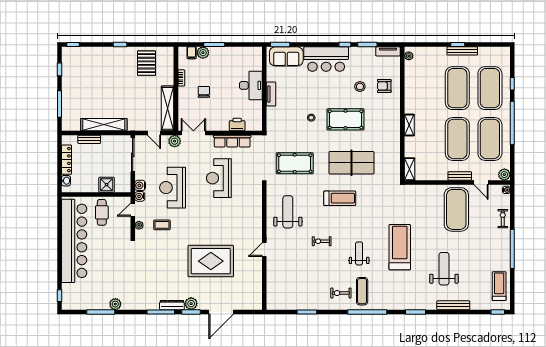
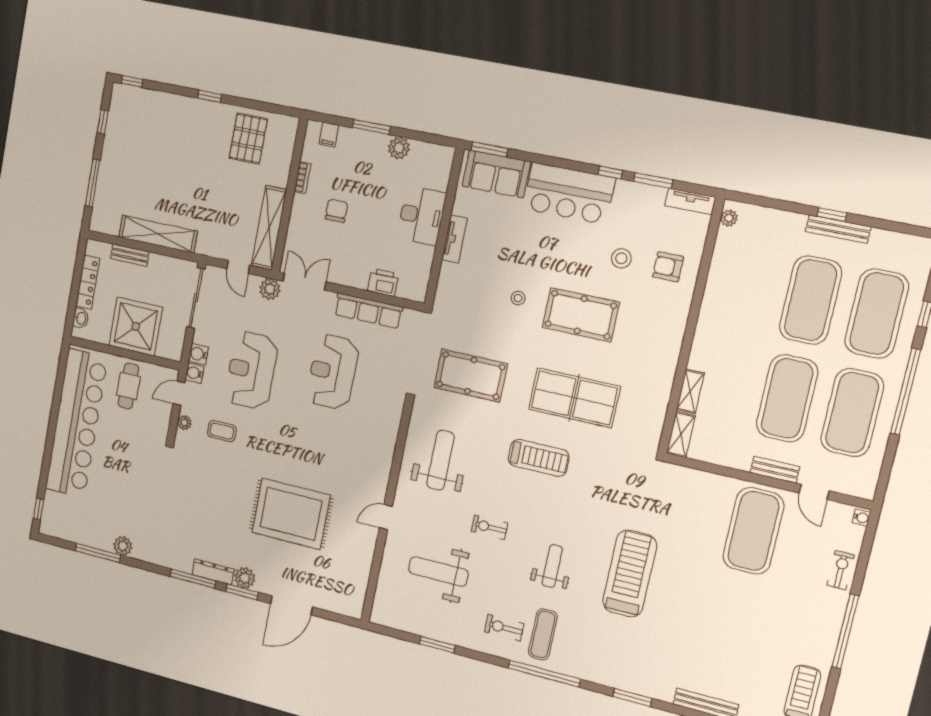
plant: (203, 53) -> (399, 148), moved
shelving: (409, 125) -> (690, 391), moved
plant: (504, 175) -> (864, 487), removed
shower: (107, 185) -> (136, 326), width x1.86, depth x1.86
weight bench: (444, 269) -> (438, 571), moved, turned -90

